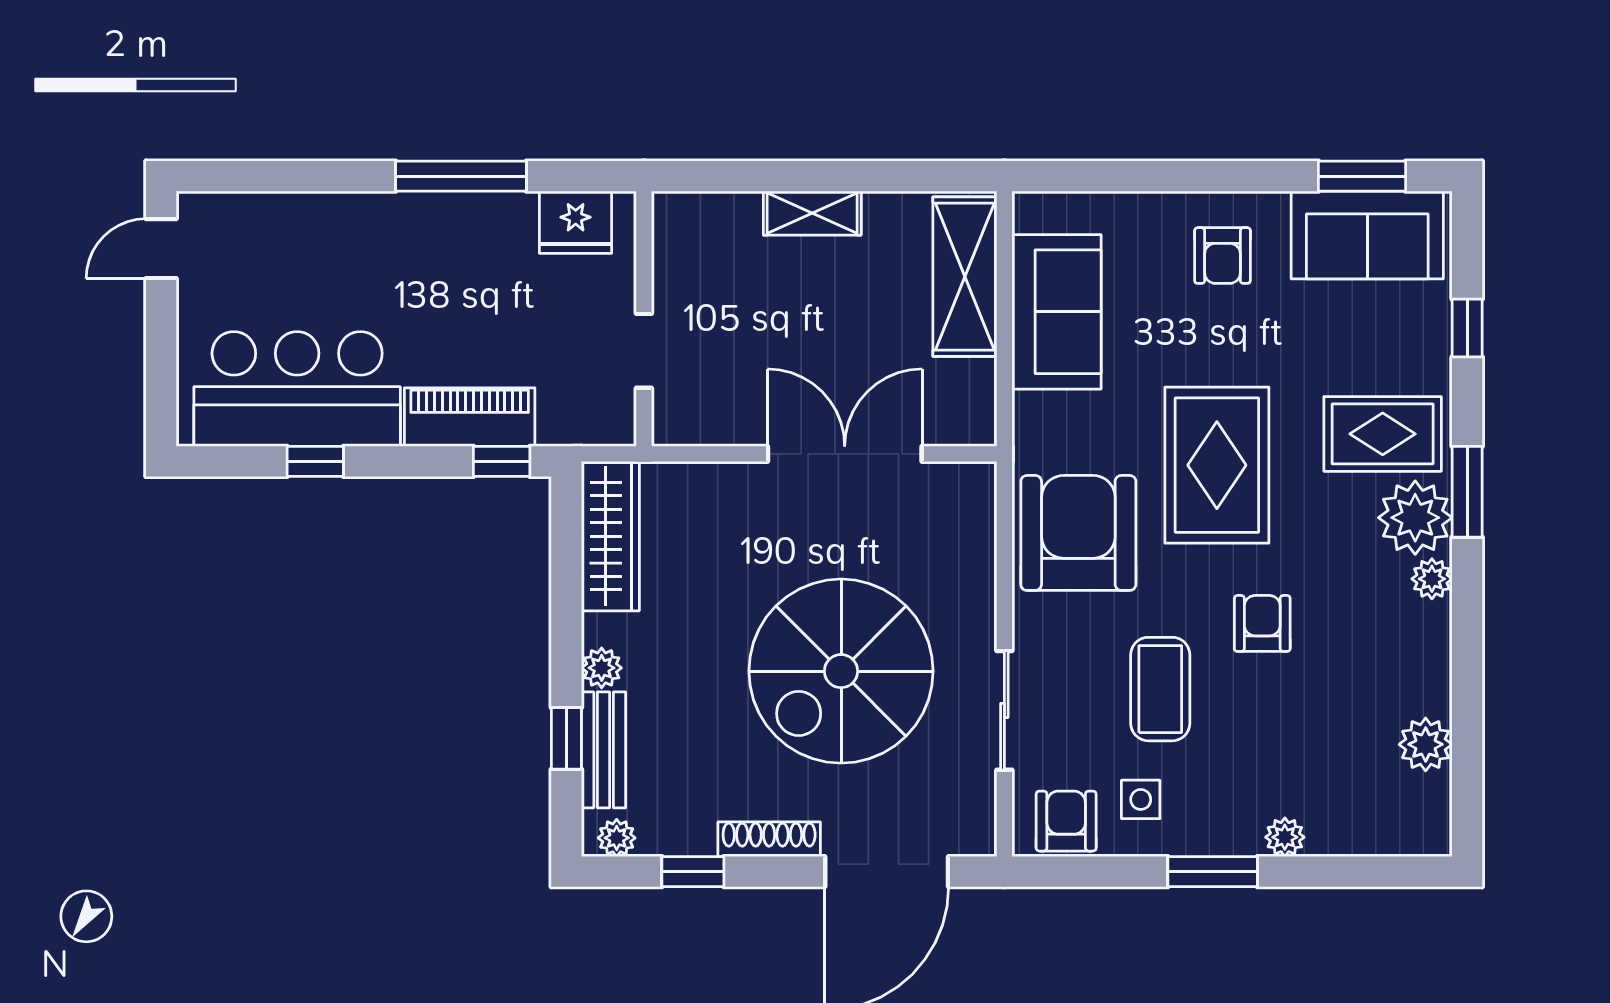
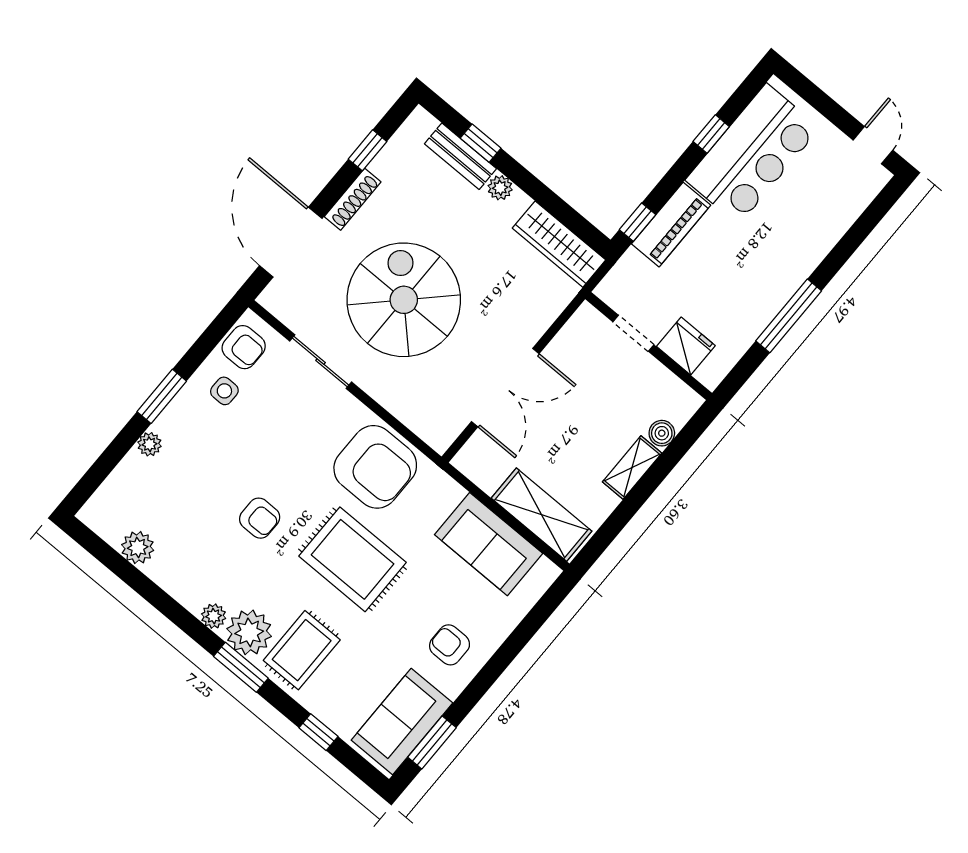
boiler: (739, 212) -> (662, 433), added
fridge: (576, 222) -> (686, 346), moved, turned 90
coffee table: (1160, 689) -> (269, 444), removed
plant: (617, 838) -> (414, 128), removed

